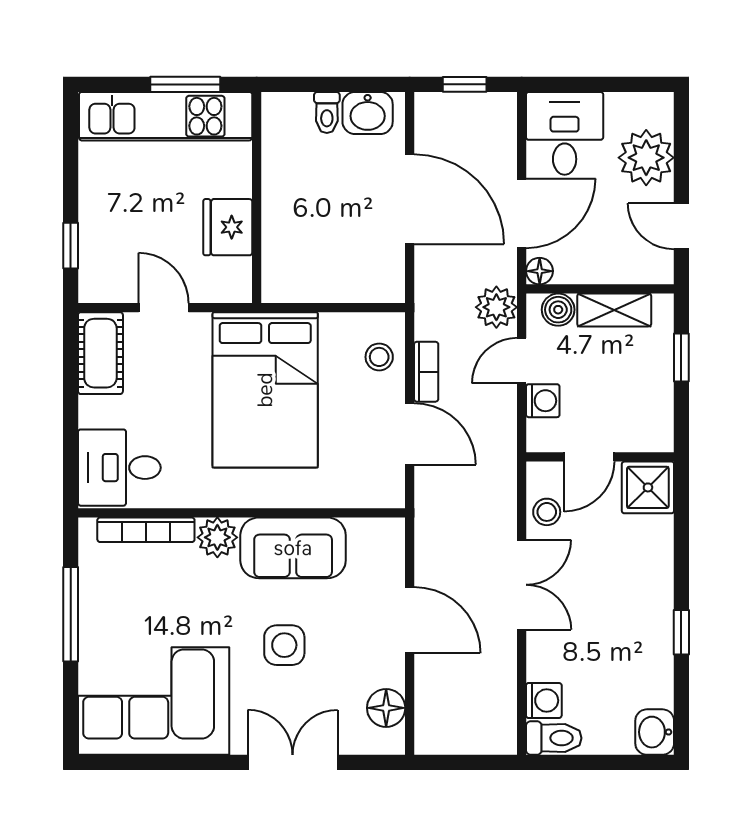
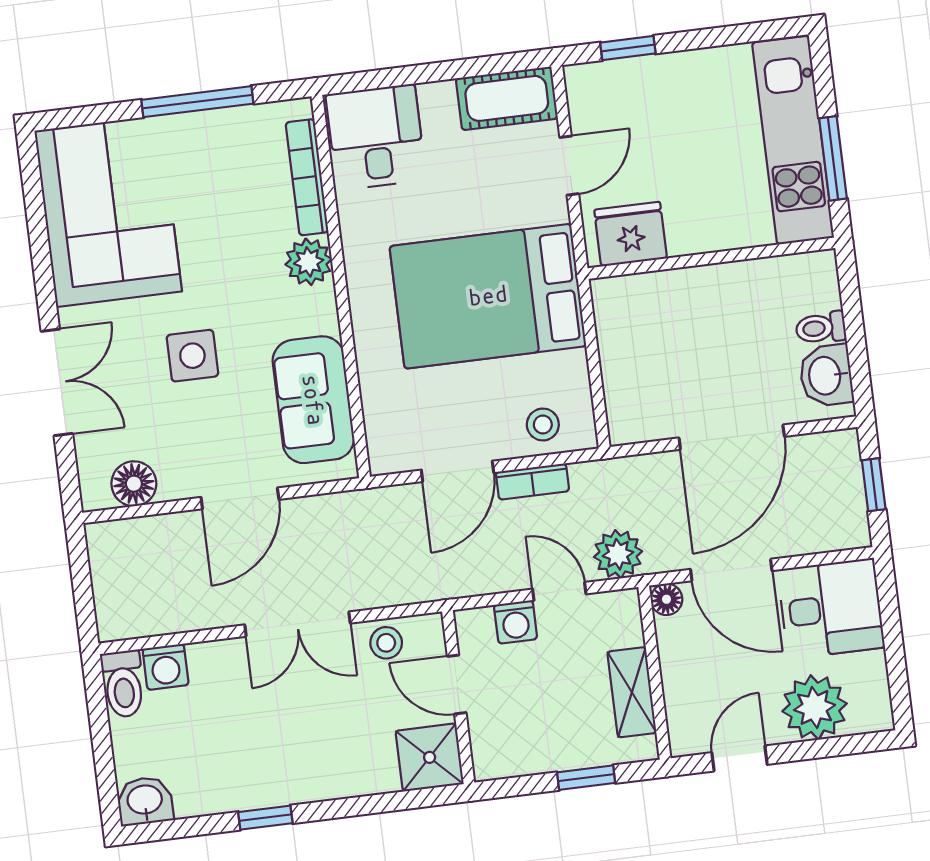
fridge: (228, 227) -> (631, 234), moved
boiler: (558, 310) -> (624, 627), removed
sofa: (293, 548) -> (313, 400), moved

